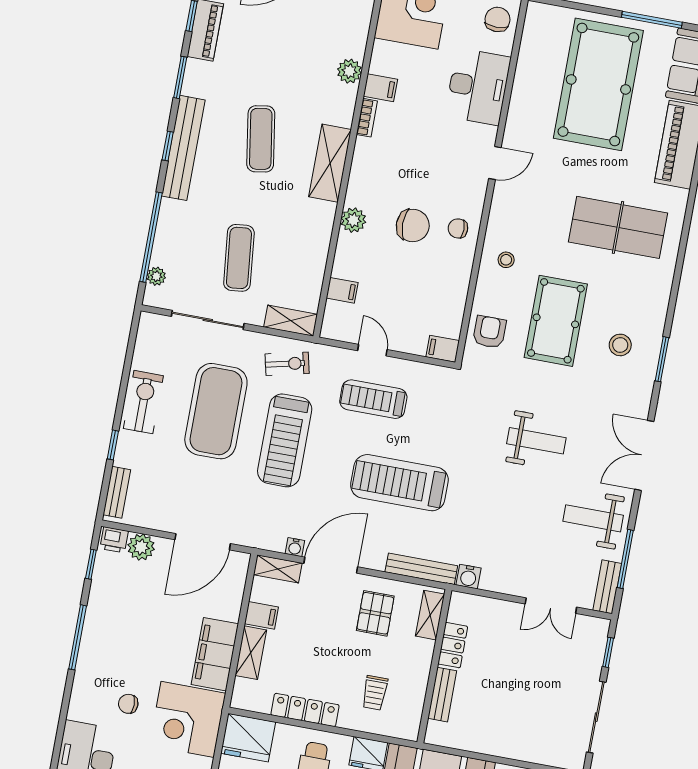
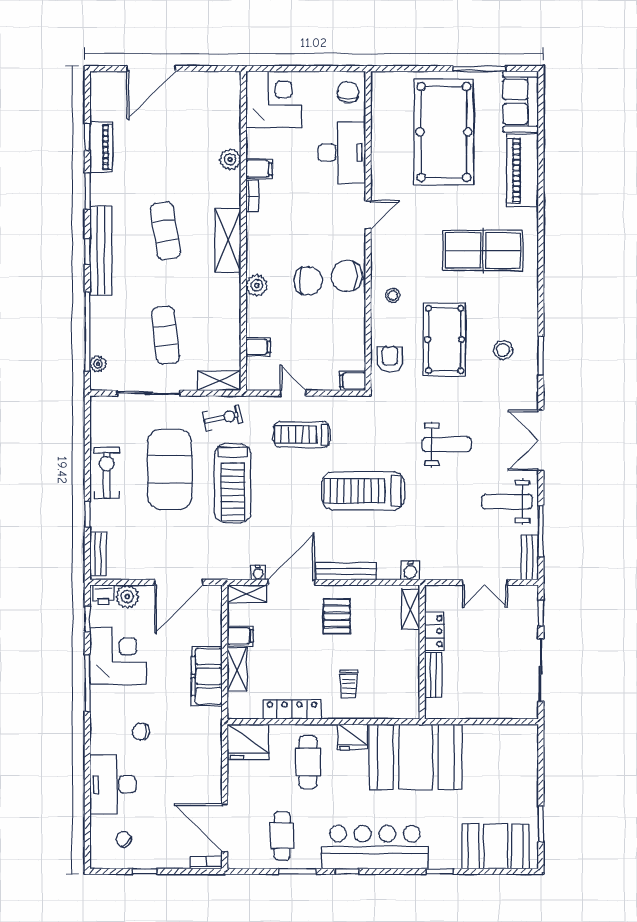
chair: (458, 228) -> (347, 276), width x1.87, depth x1.87
treadmill: (399, 483) -> (363, 491), moved
bench: (421, 569) -> (346, 571), moved
shelving: (430, 615) -> (411, 609), moved
locker: (453, 645) -> (435, 631), moved
wall: (434, 666) -> (422, 652), moved
bench: (442, 695) -> (433, 675), moved
corner desk: (188, 719) -> (118, 656), moved, turned 180

